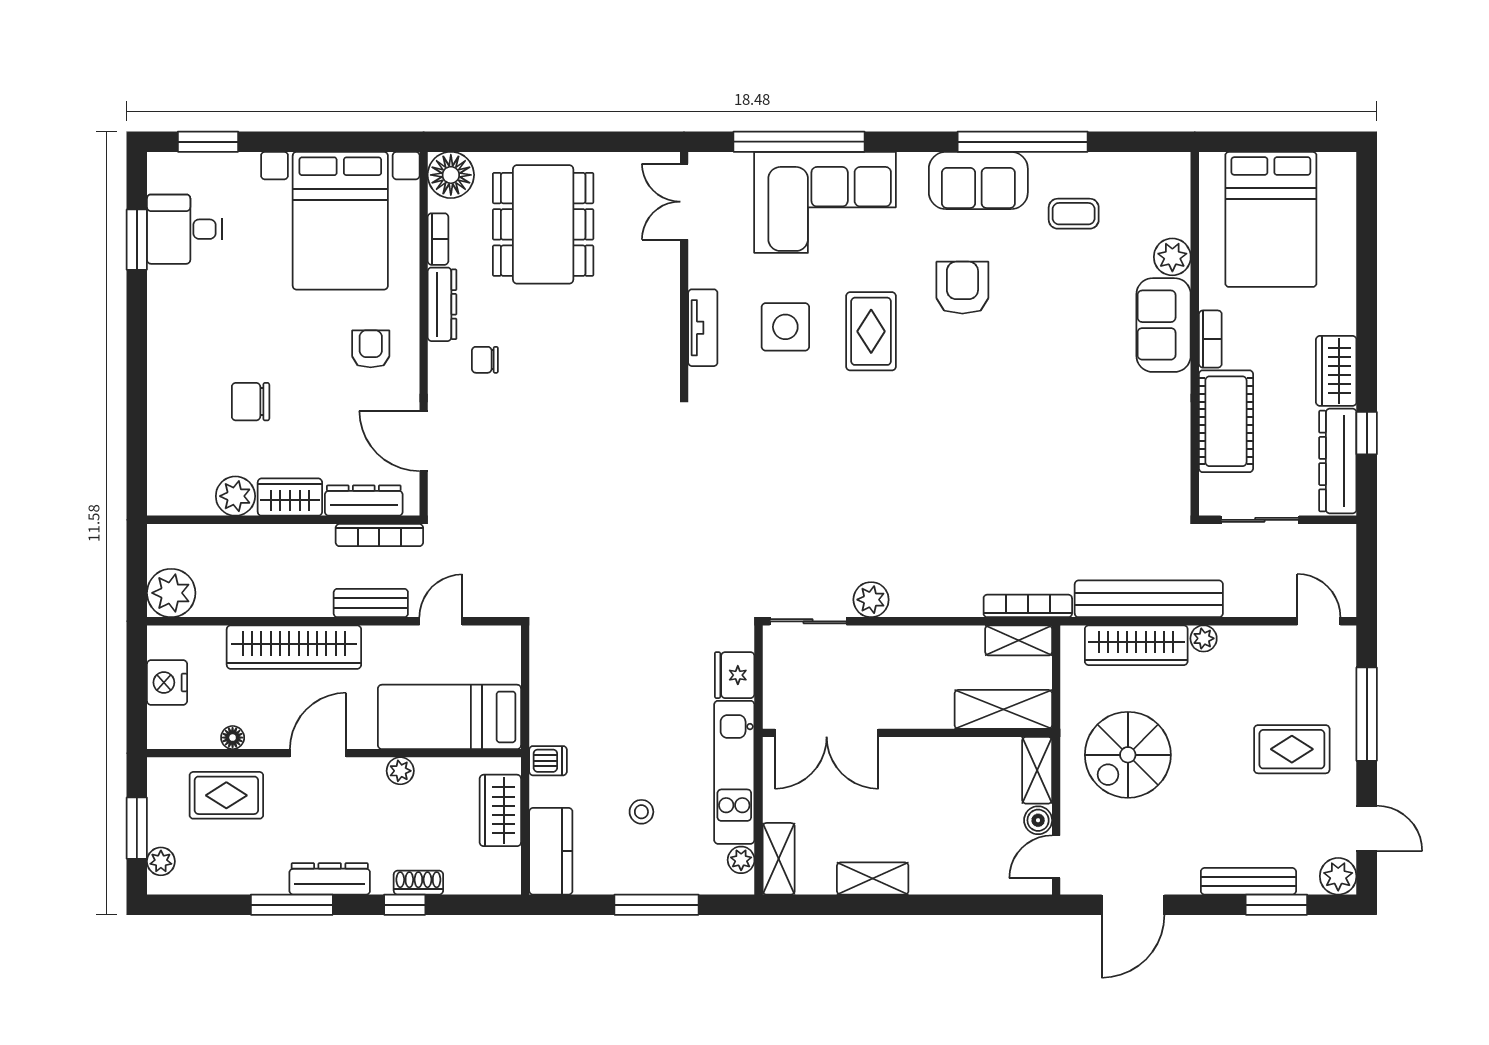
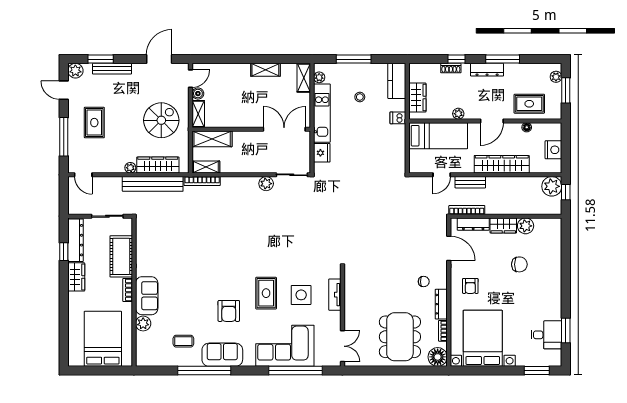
window: (137, 579) -> (566, 192), added
rug: (1292, 749) -> (94, 123), turned 90

